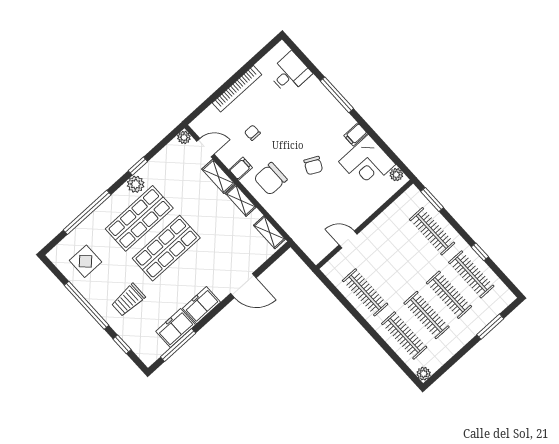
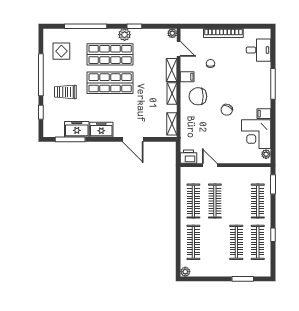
printer: (318, 251) -> (189, 157), added
clothes rail: (427, 315) -> (215, 201), moved

